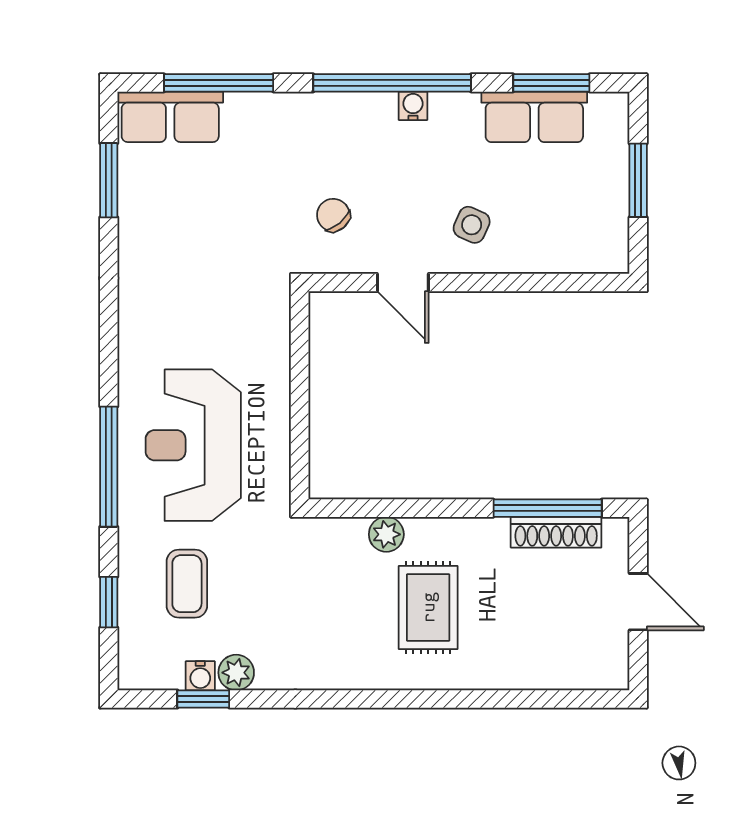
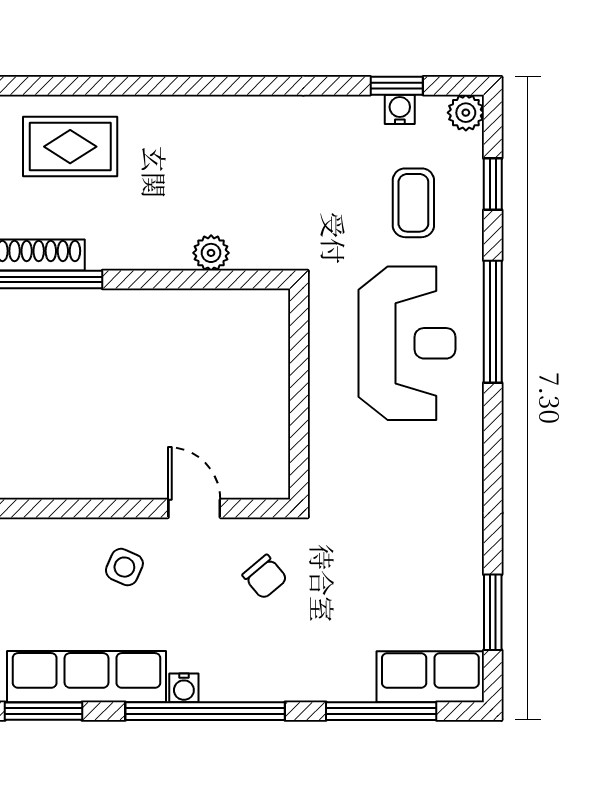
row of seats: (534, 117) -> (86, 677), width x1.48
rug: (428, 607) -> (70, 147), moved, turned 90
plant: (236, 673) -> (466, 113), moved

